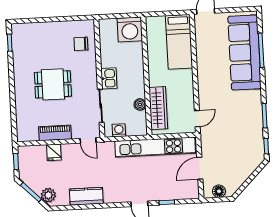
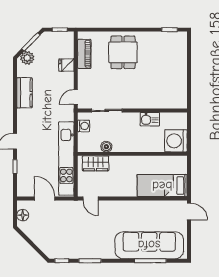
chair: (81, 44) -> (165, 95), removed
kitchen sink: (109, 78) -> (150, 119), moved
dining table: (53, 84) -> (123, 52), moved
wardrobe: (158, 108) -> (96, 163), width x0.67
piano: (55, 133) -> (84, 54), moved

